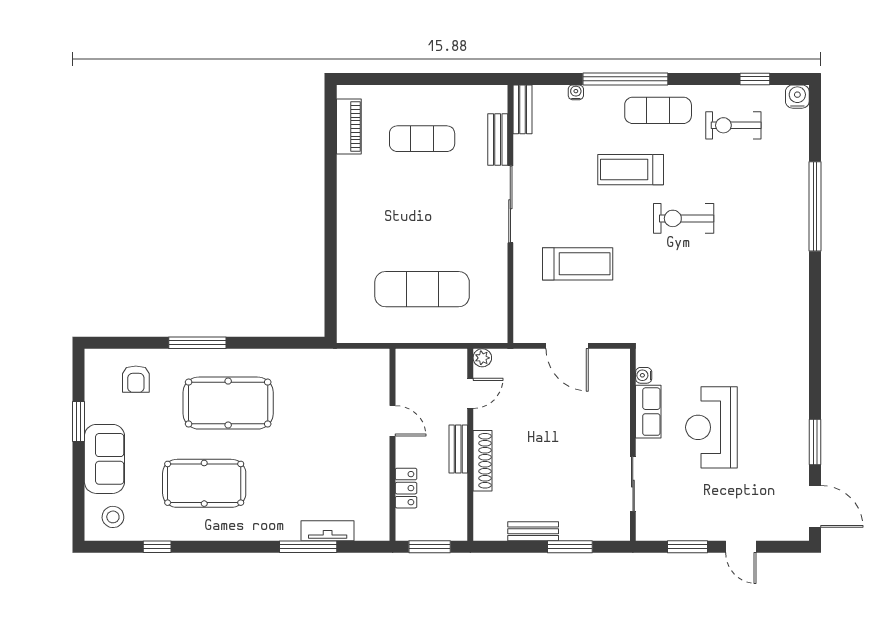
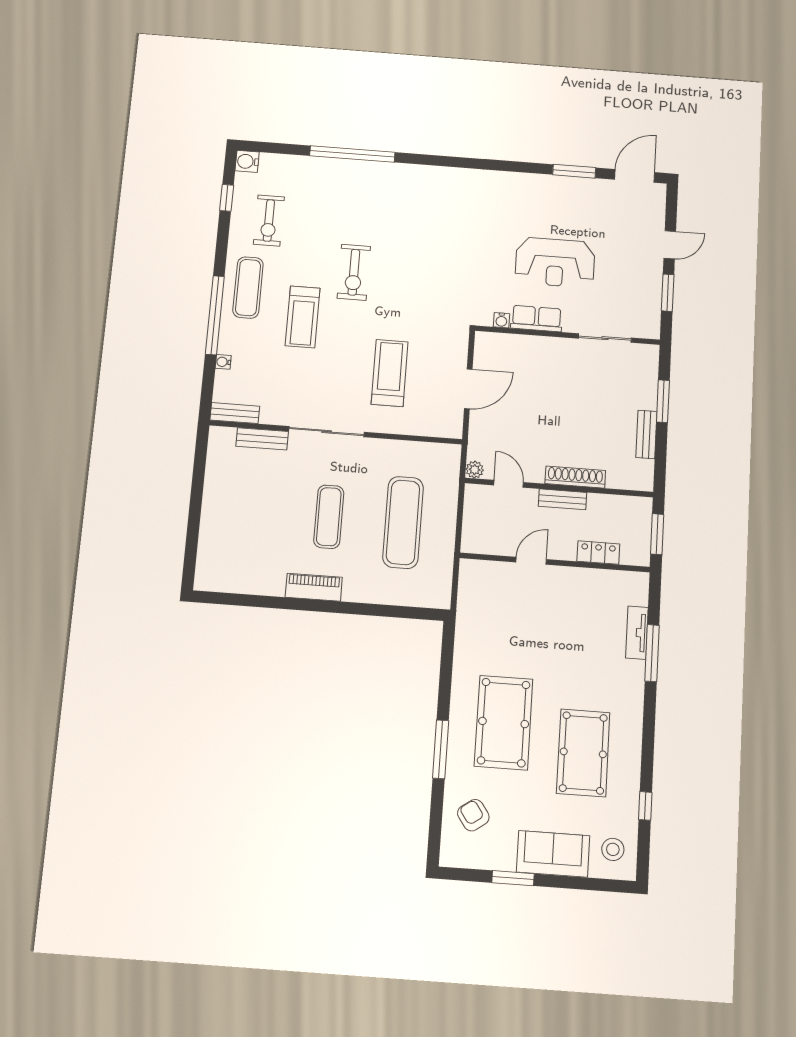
piano: (349, 127) -> (314, 587), moved
exercise mat: (422, 139) -> (329, 517), moved
armchair: (136, 379) -> (473, 815), turned -125

